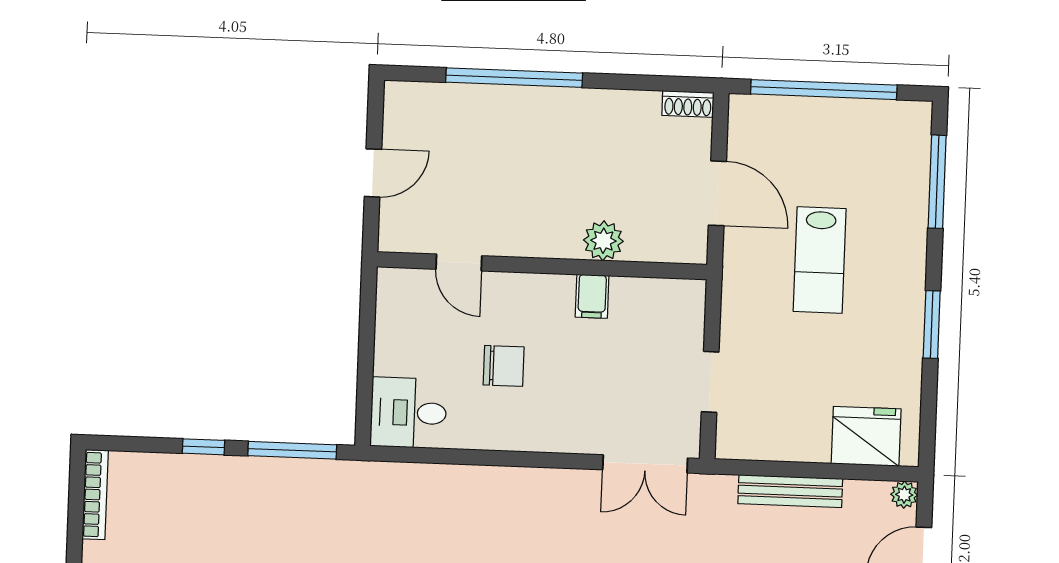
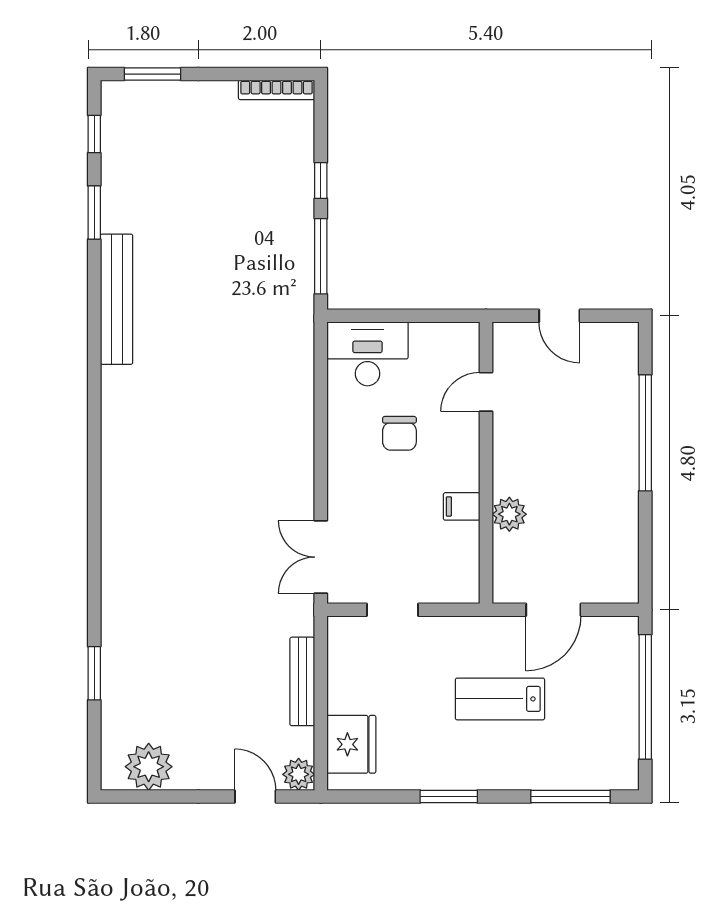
shoe rack: (688, 104) -> (628, 582), removed
desk: (408, 413) -> (367, 354), width x1.37
plant: (904, 495) -> (299, 774), width x1.38, depth x1.38

